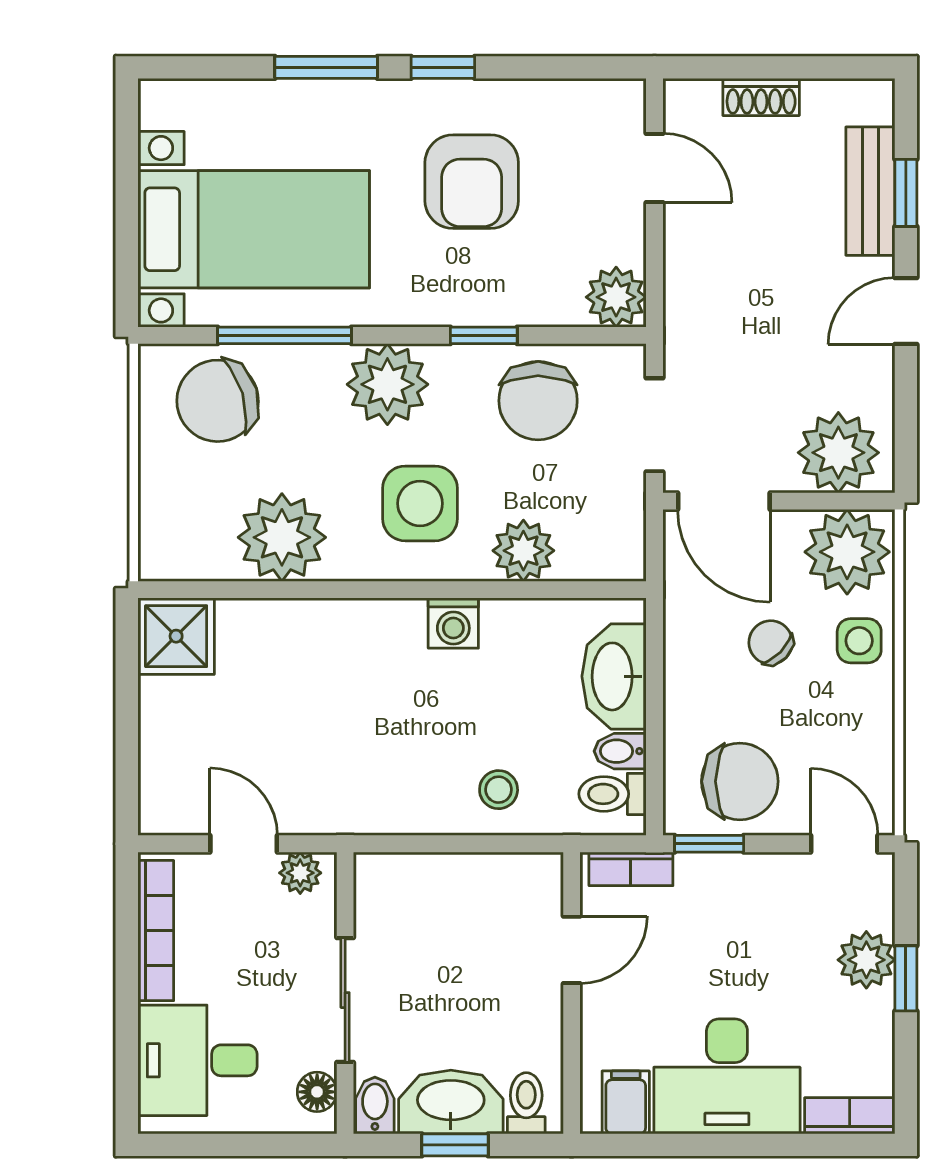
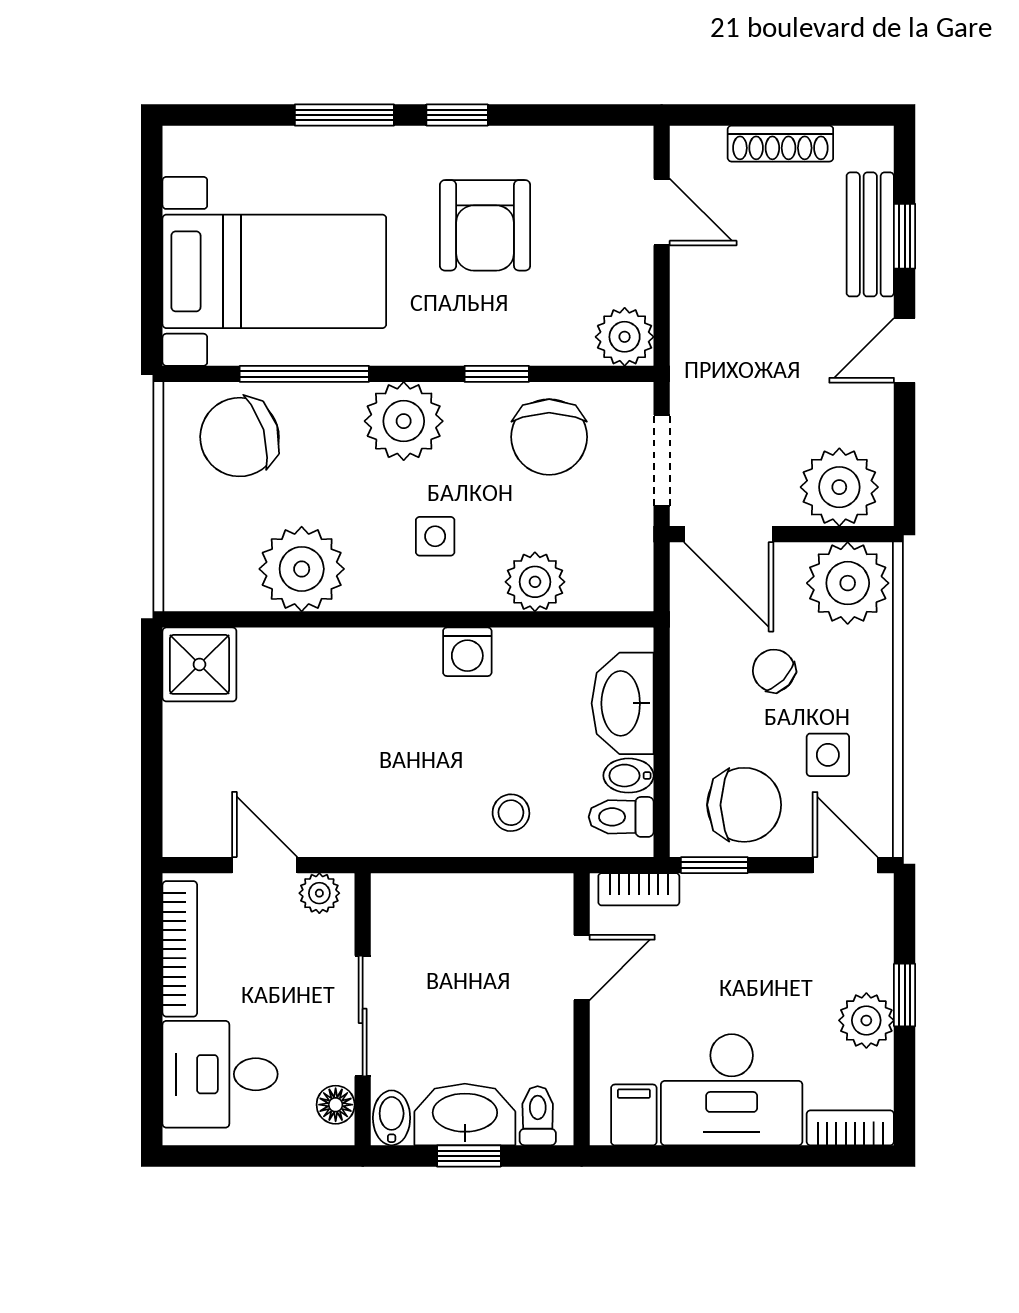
shoe rack: (761, 97) -> (780, 144), width x1.43
side table: (420, 503) -> (435, 536), width x0.54, depth x0.54
side table: (859, 641) -> (828, 755), moved
plant: (866, 960) -> (866, 1020), moved

